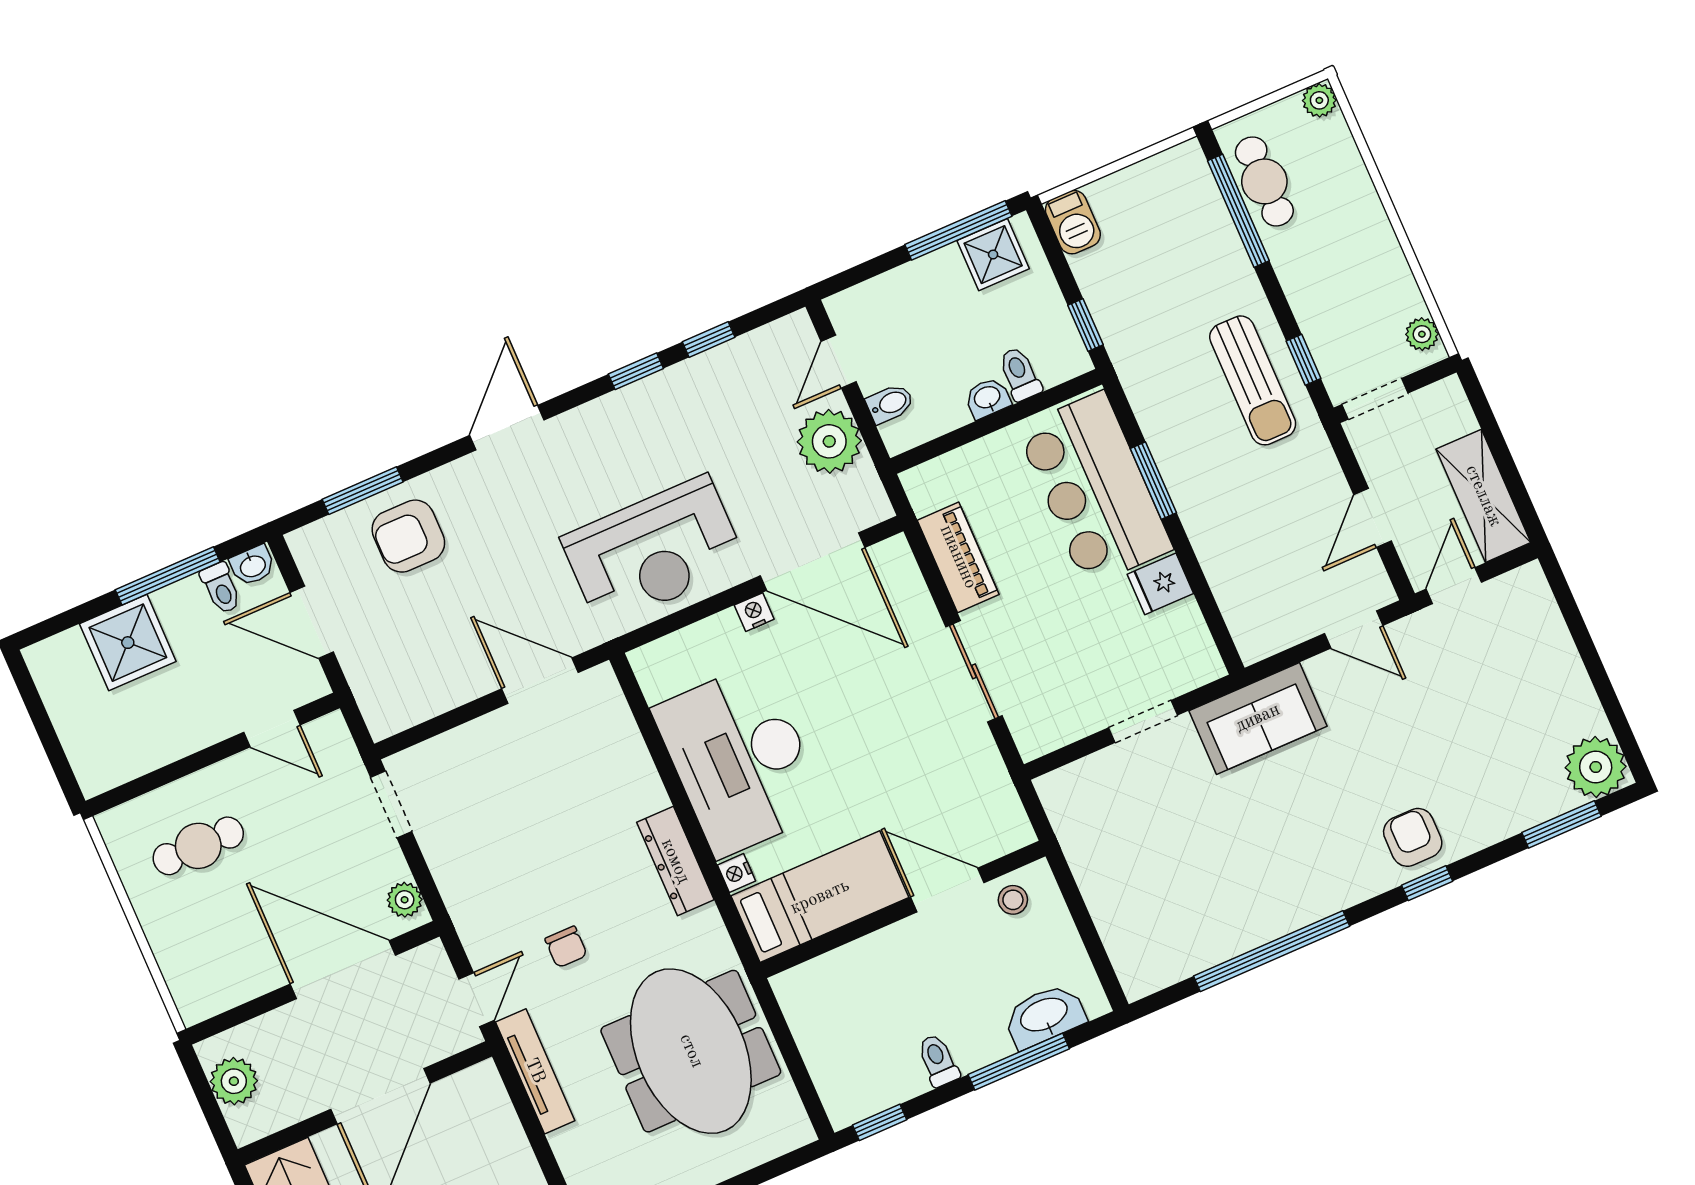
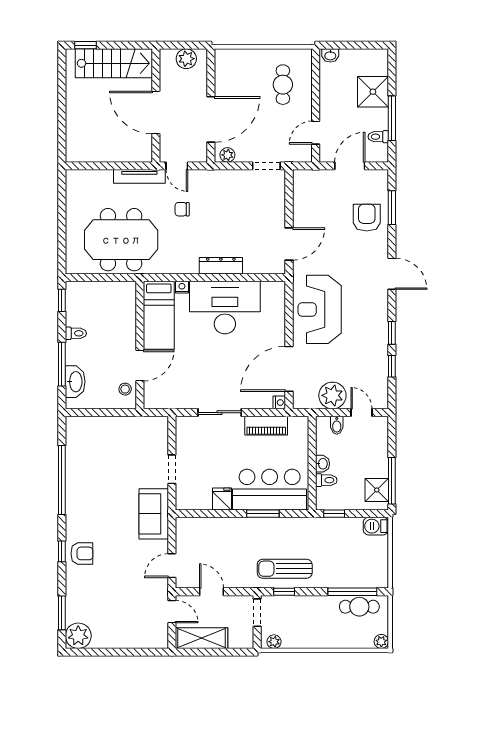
washbasin: (252, 565) -> (330, 55), moved, turned -90
nightstand: (754, 612) -> (279, 402), moved
dresser: (675, 861) -> (221, 266), moved

